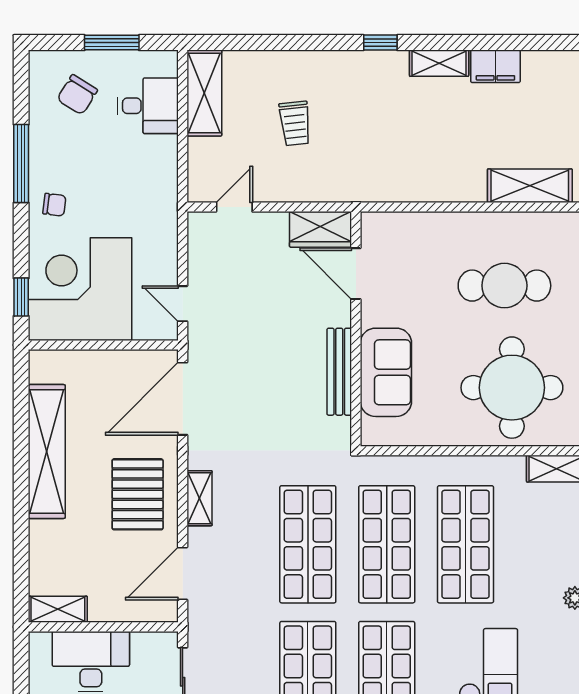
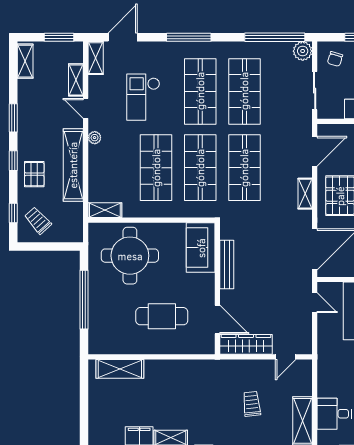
wardrobe: (320, 229) -> (246, 344), width x1.50
cafe table: (504, 286) -> (162, 316), moved
sofa: (386, 372) -> (201, 248), moved

